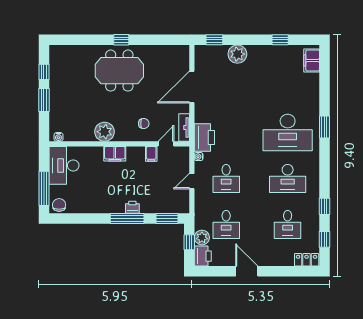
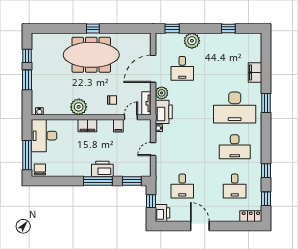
filing cabinet: (312, 60) -> (255, 72), moved
meeting table: (119, 71) -> (91, 55), width x1.36
desk: (226, 178) -> (182, 68), moved
printer: (132, 207) -> (102, 169), width x1.87, depth x1.48
plant: (202, 237) -> (162, 93), moved

